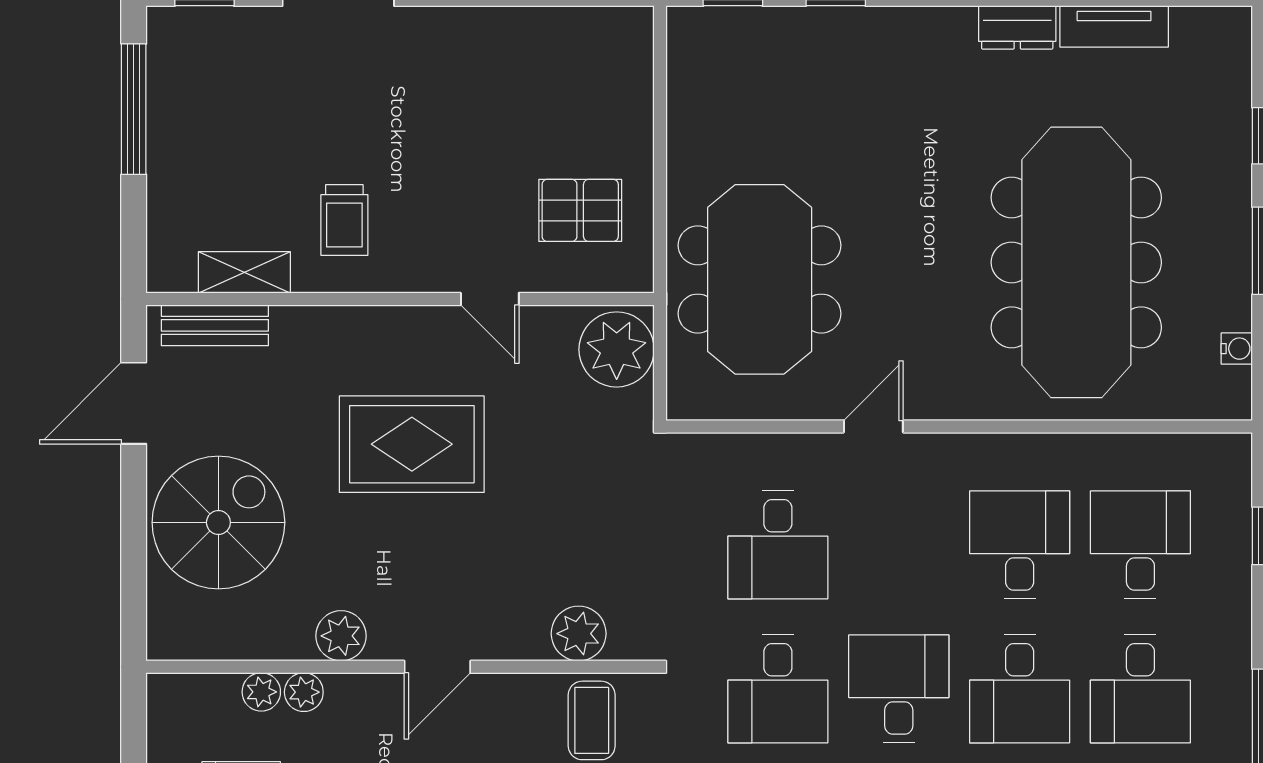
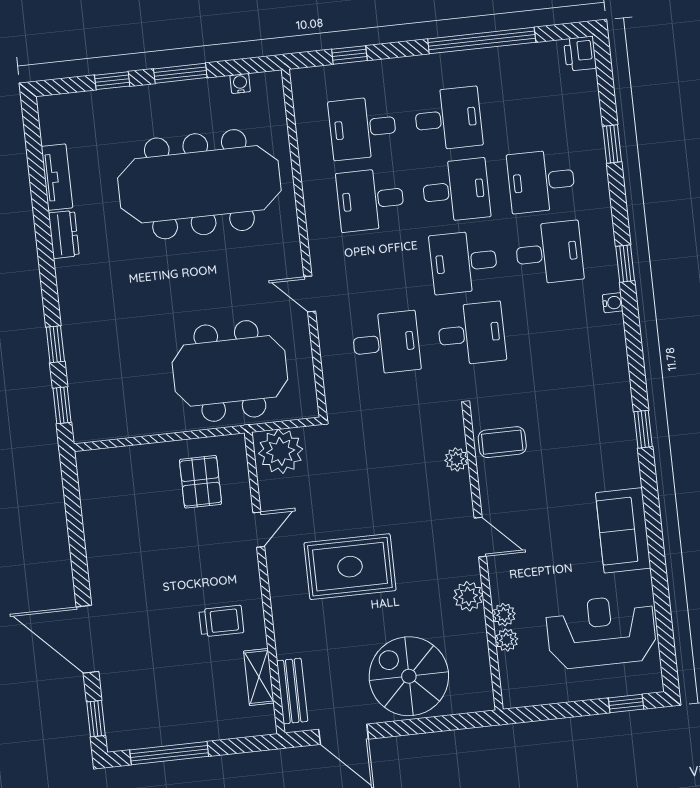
rug: (412, 444) -> (350, 567), turned 90
plant: (579, 634) -> (456, 459), width x0.73, depth x0.73

